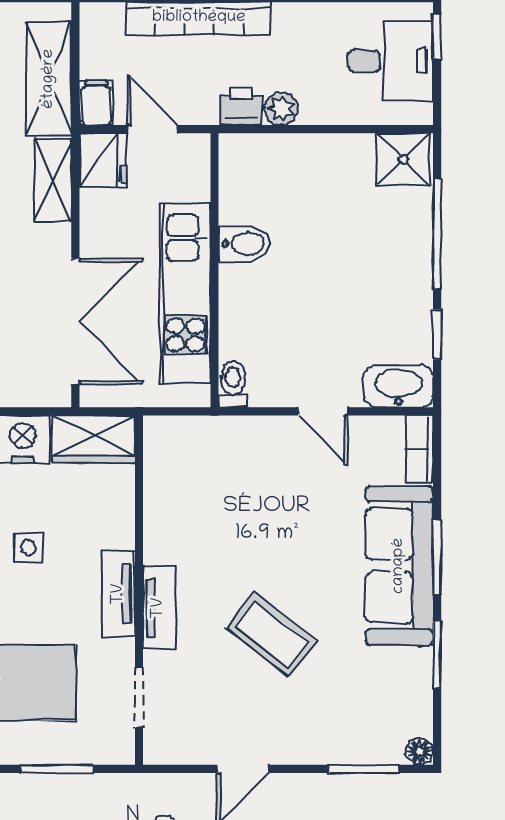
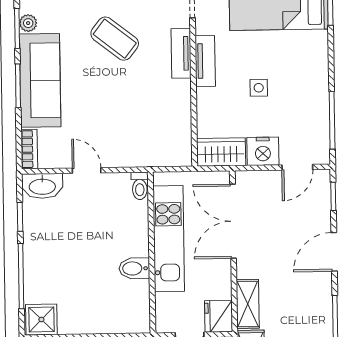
plant: (418, 663) -> (28, 23), added

